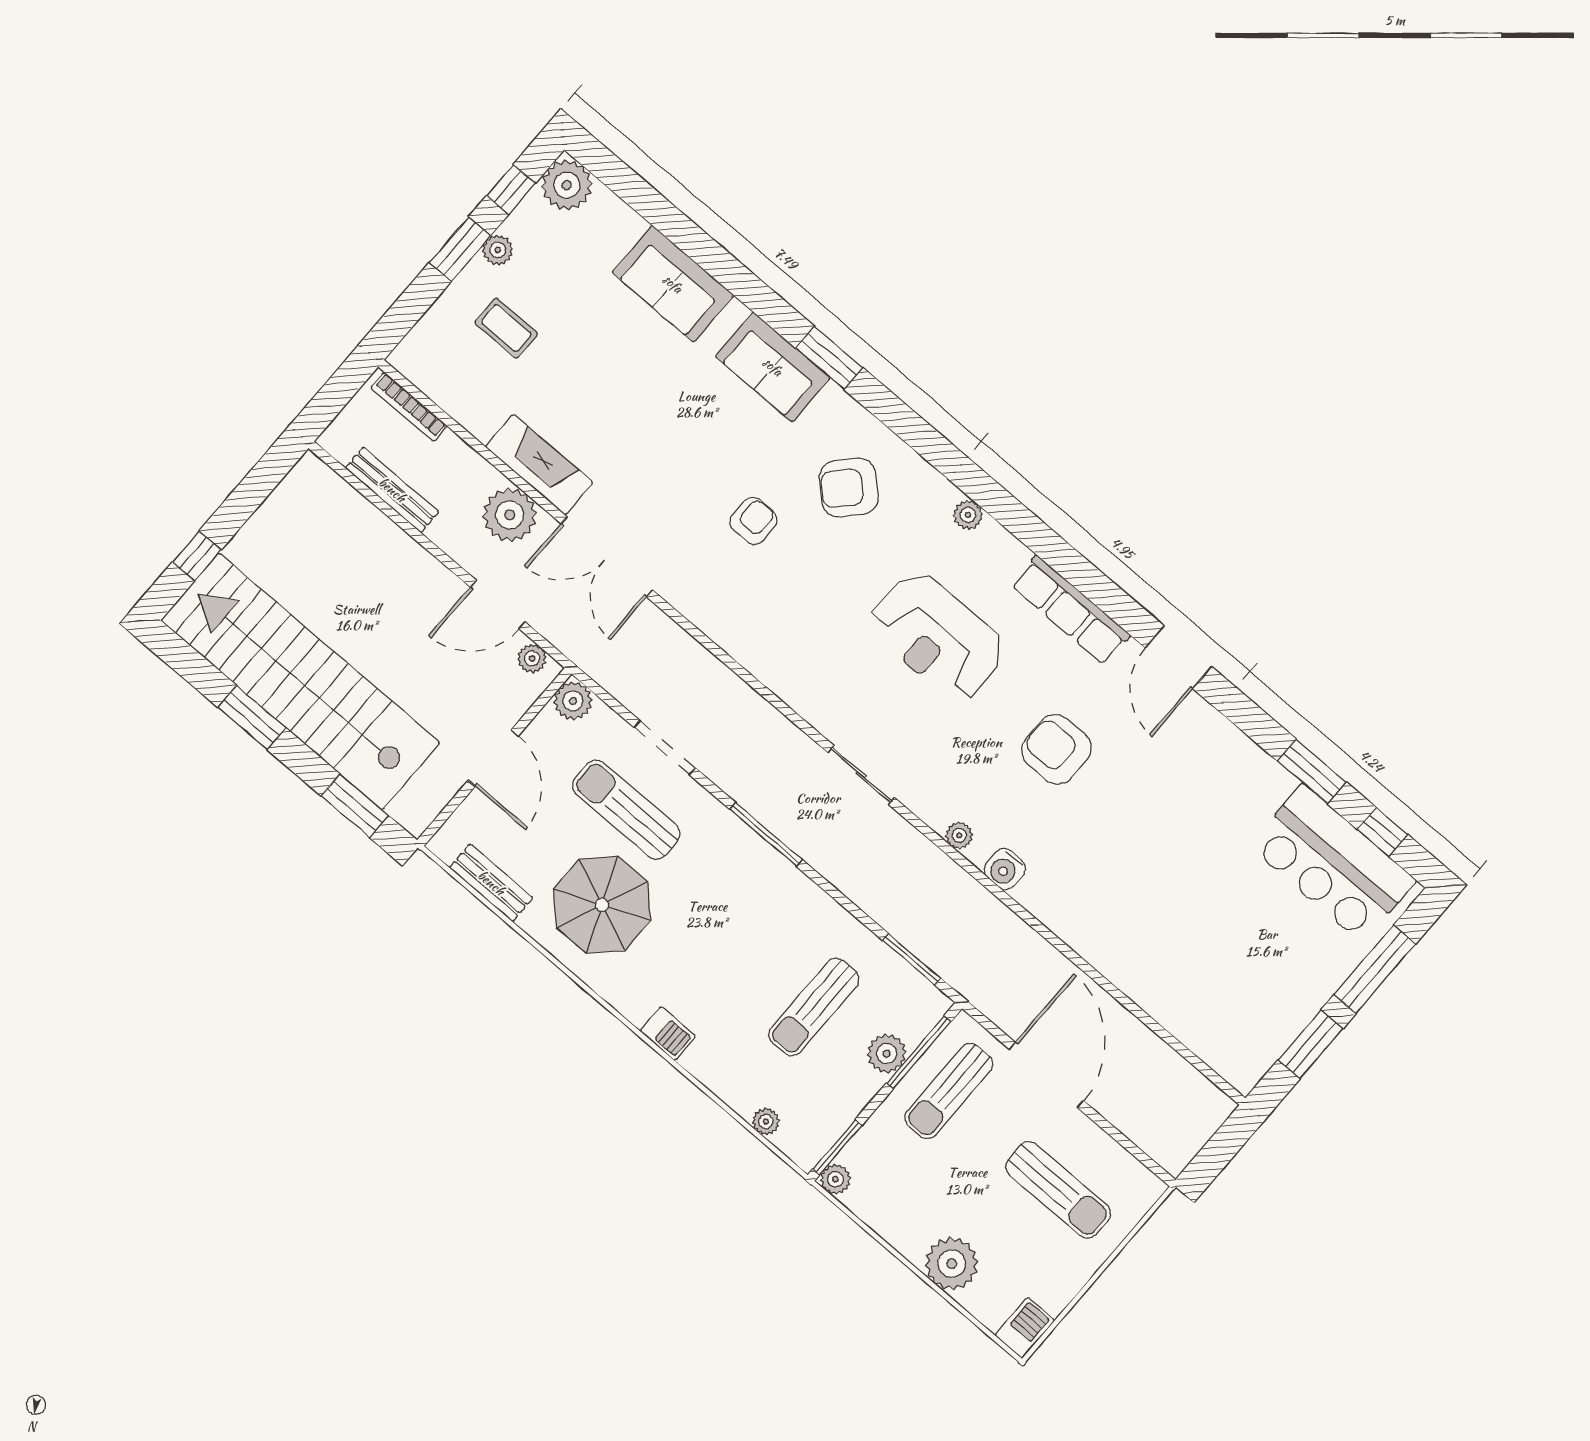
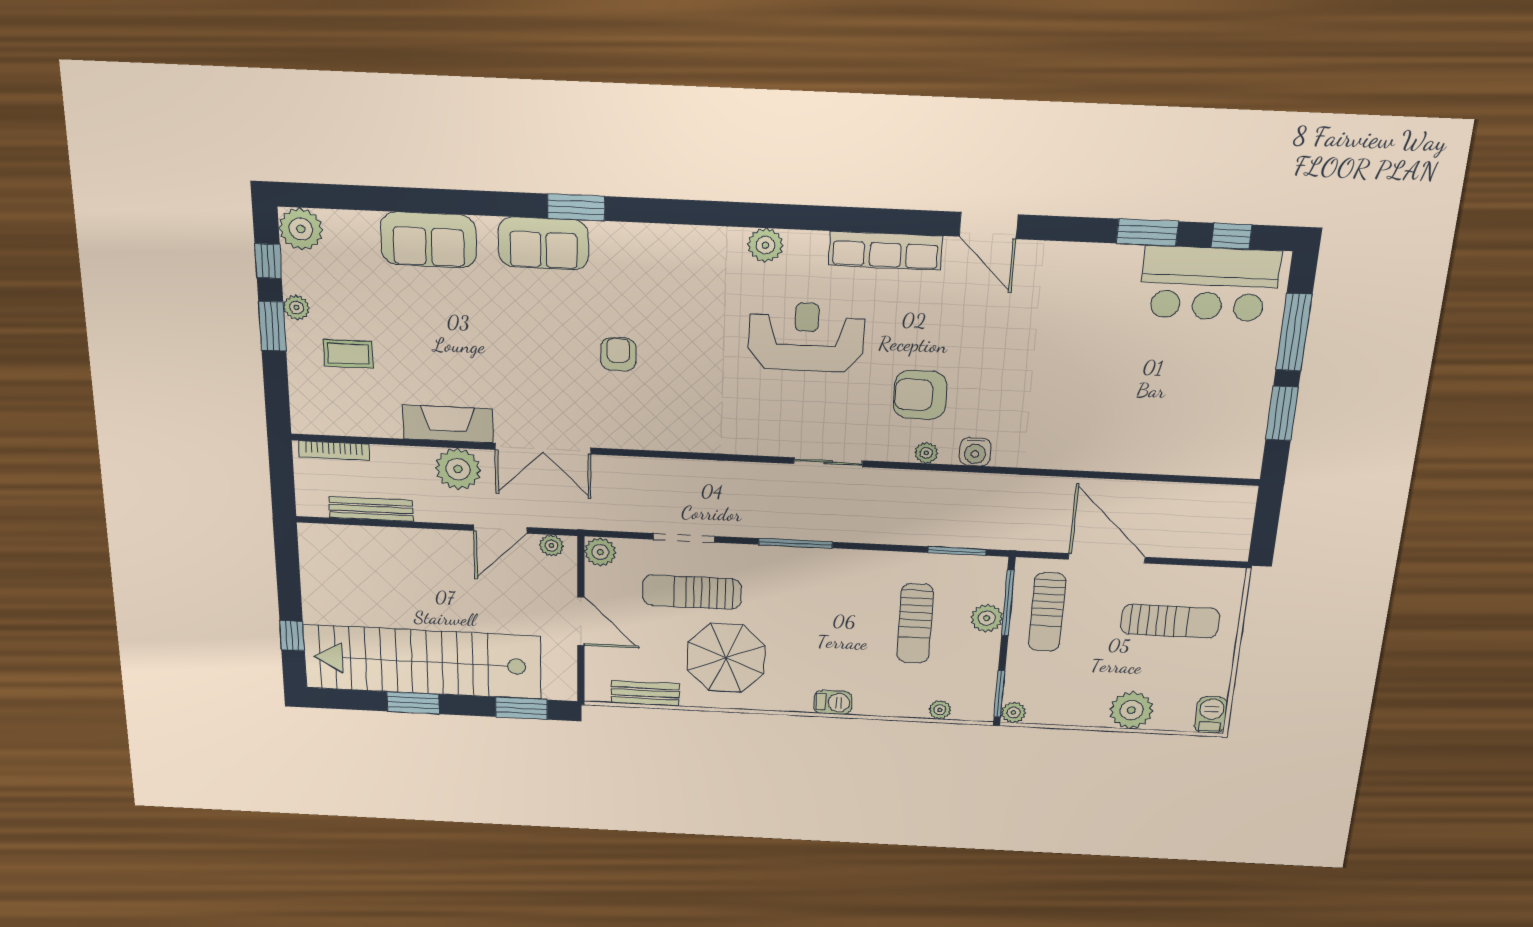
armchair: (849, 488) -> (663, 284), removed
plant: (968, 515) -> (765, 245), width x1.38, depth x1.38
reception desk: (937, 637) -> (806, 337), turned 180
armchair: (1056, 749) -> (920, 395), moved

